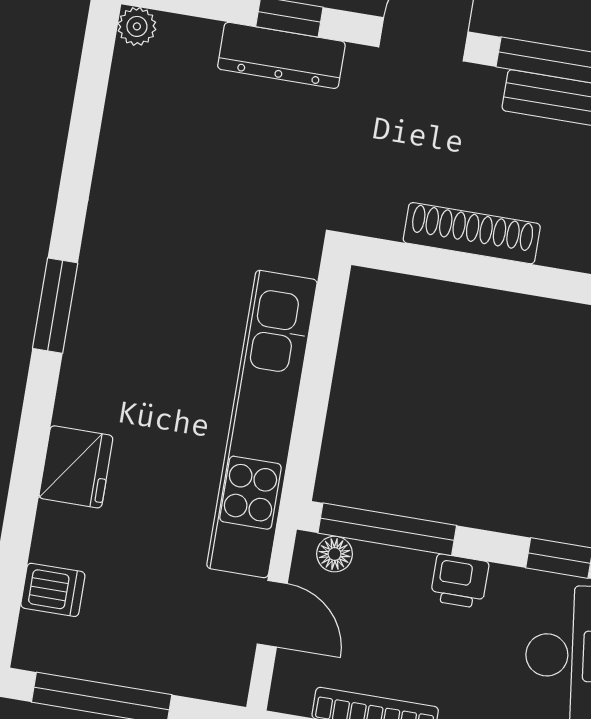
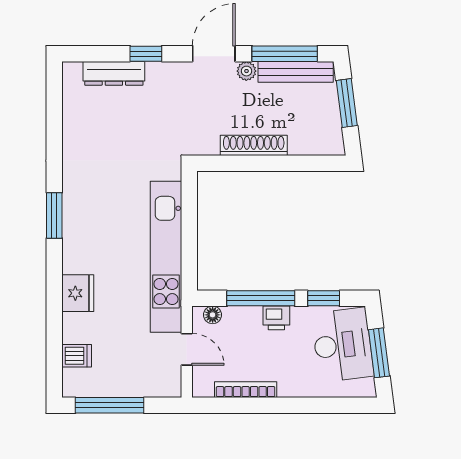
plant: (137, 26) -> (246, 71), moved
dresser: (281, 55) -> (114, 73), moved
window: (387, 529) -> (261, 298), moved

